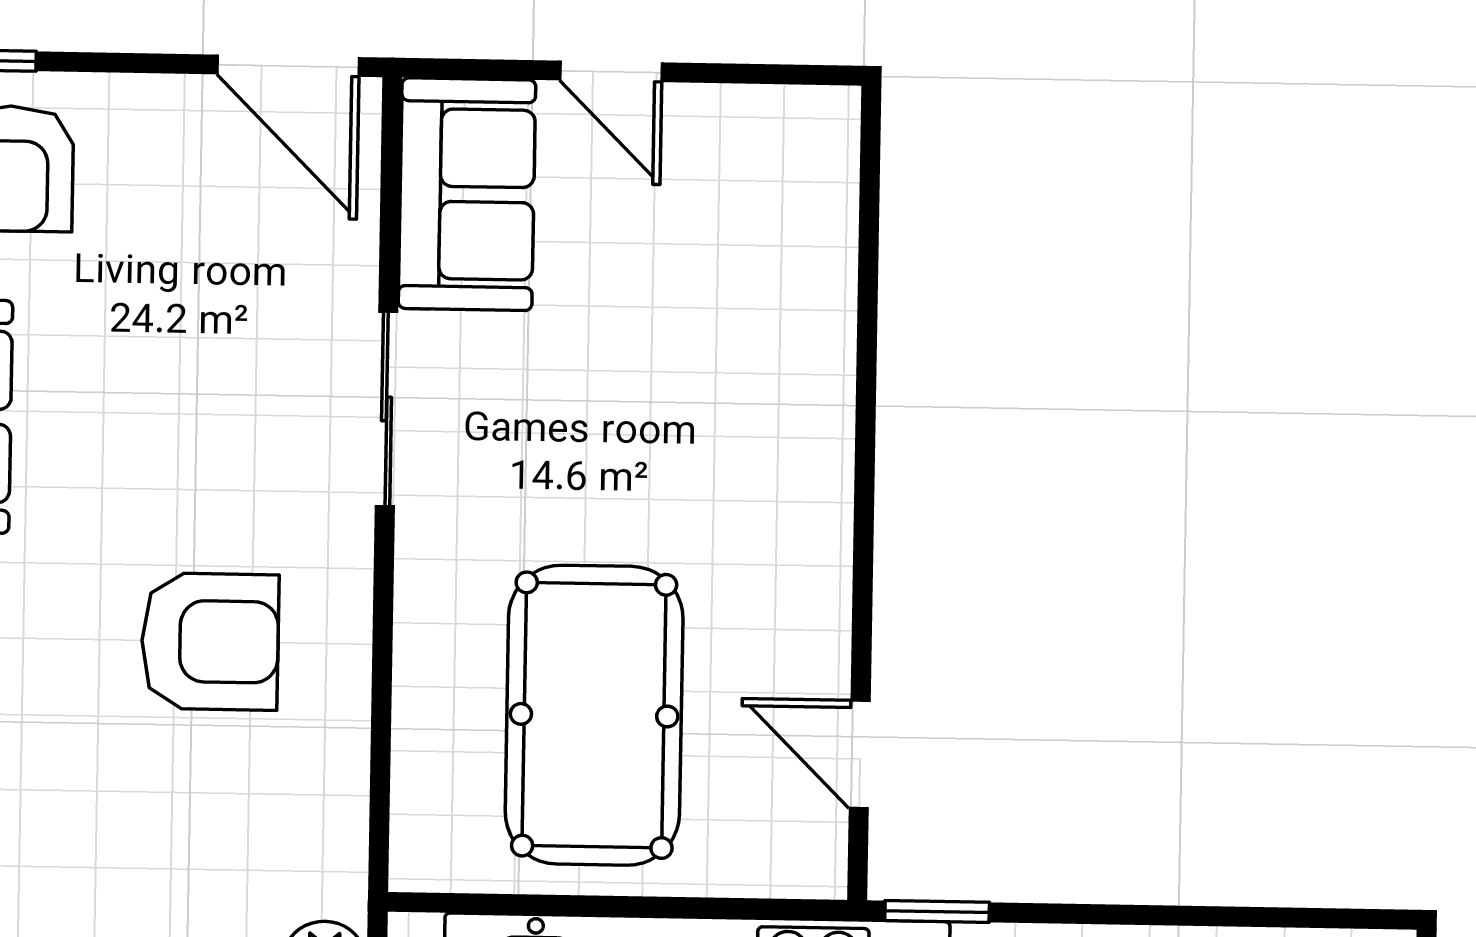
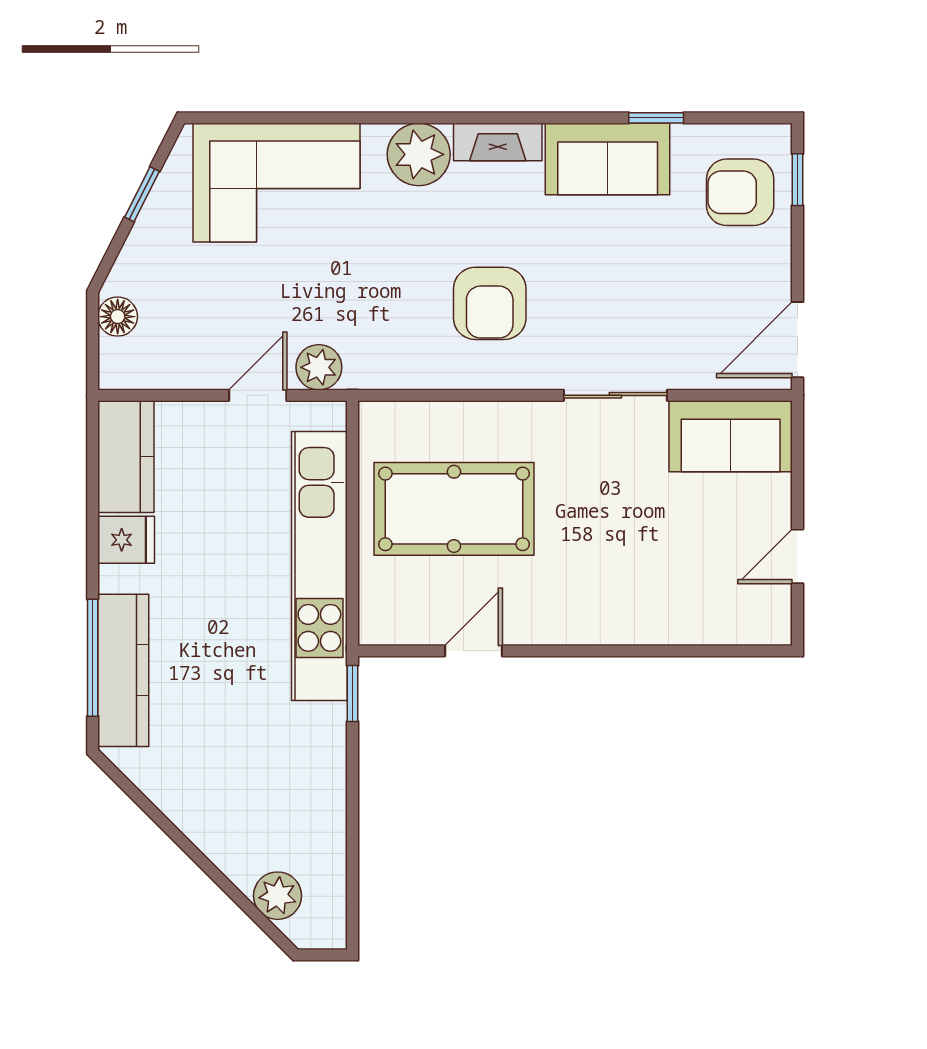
door: (611, 71) -> (797, 556), moved
door: (860, 755) -> (473, 651), moved

